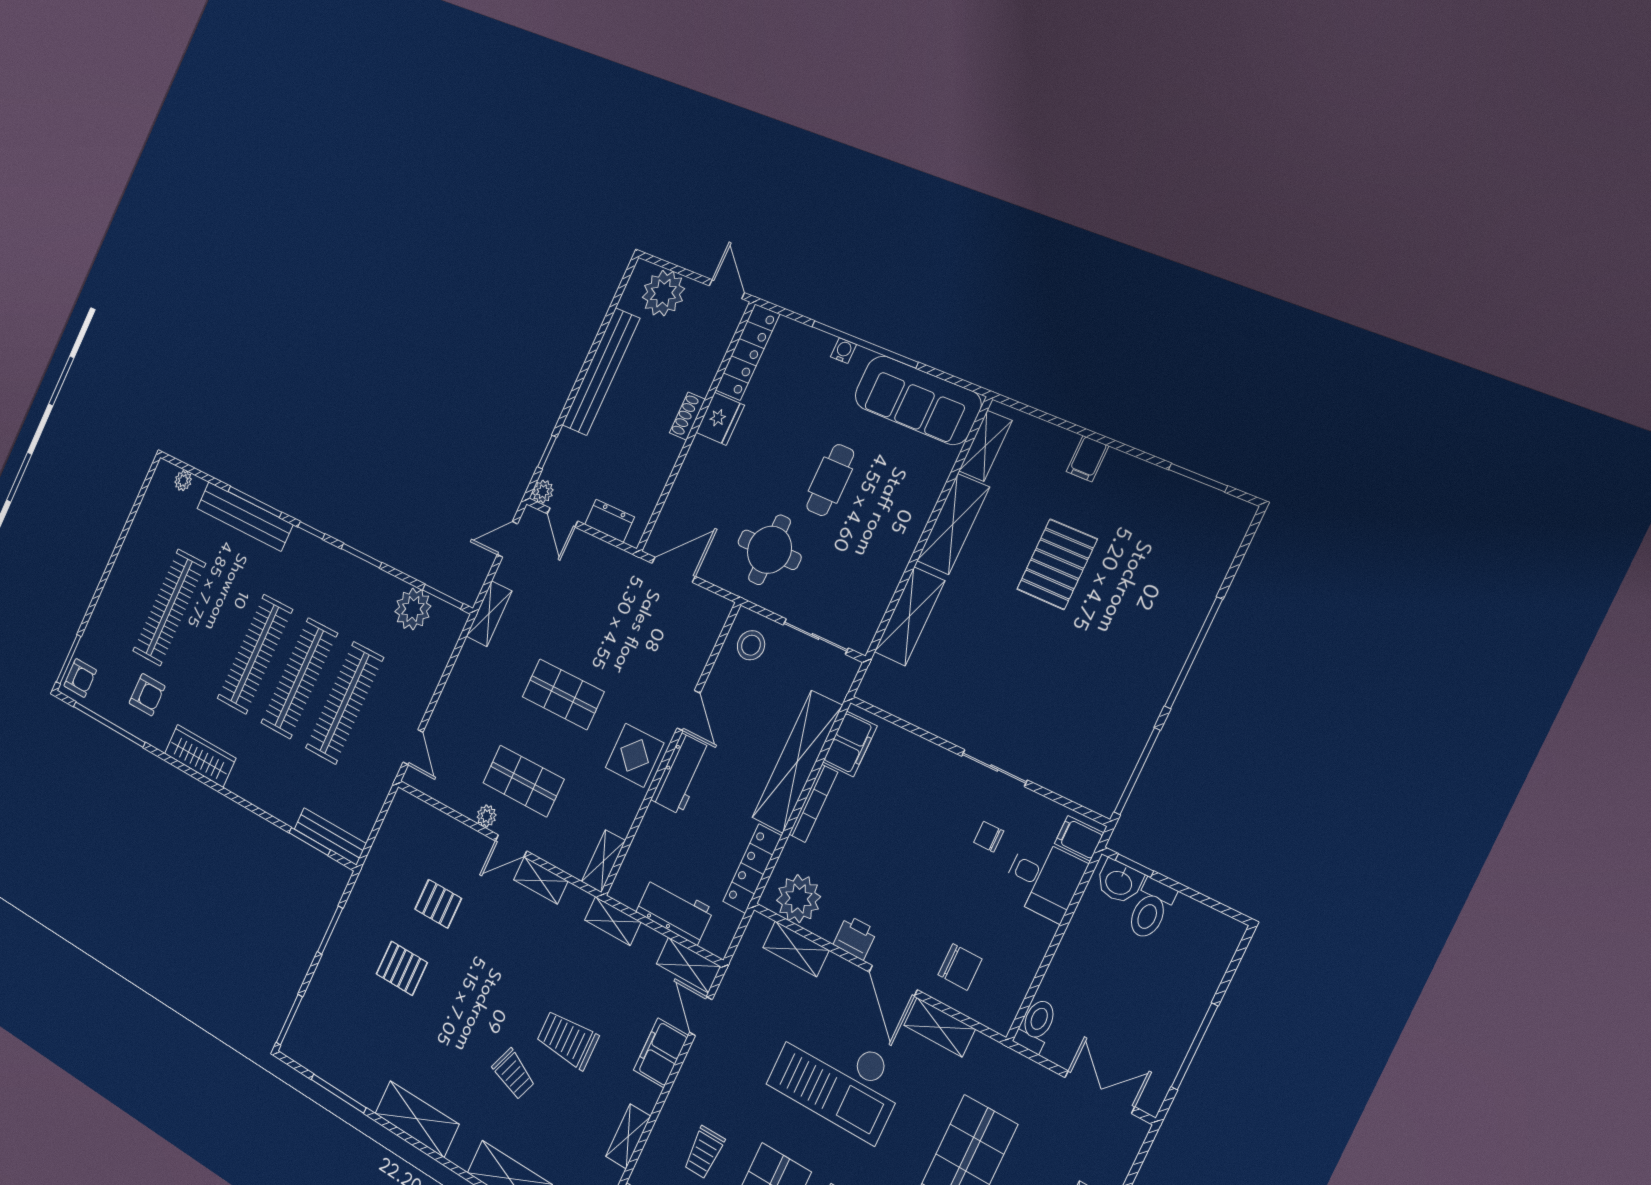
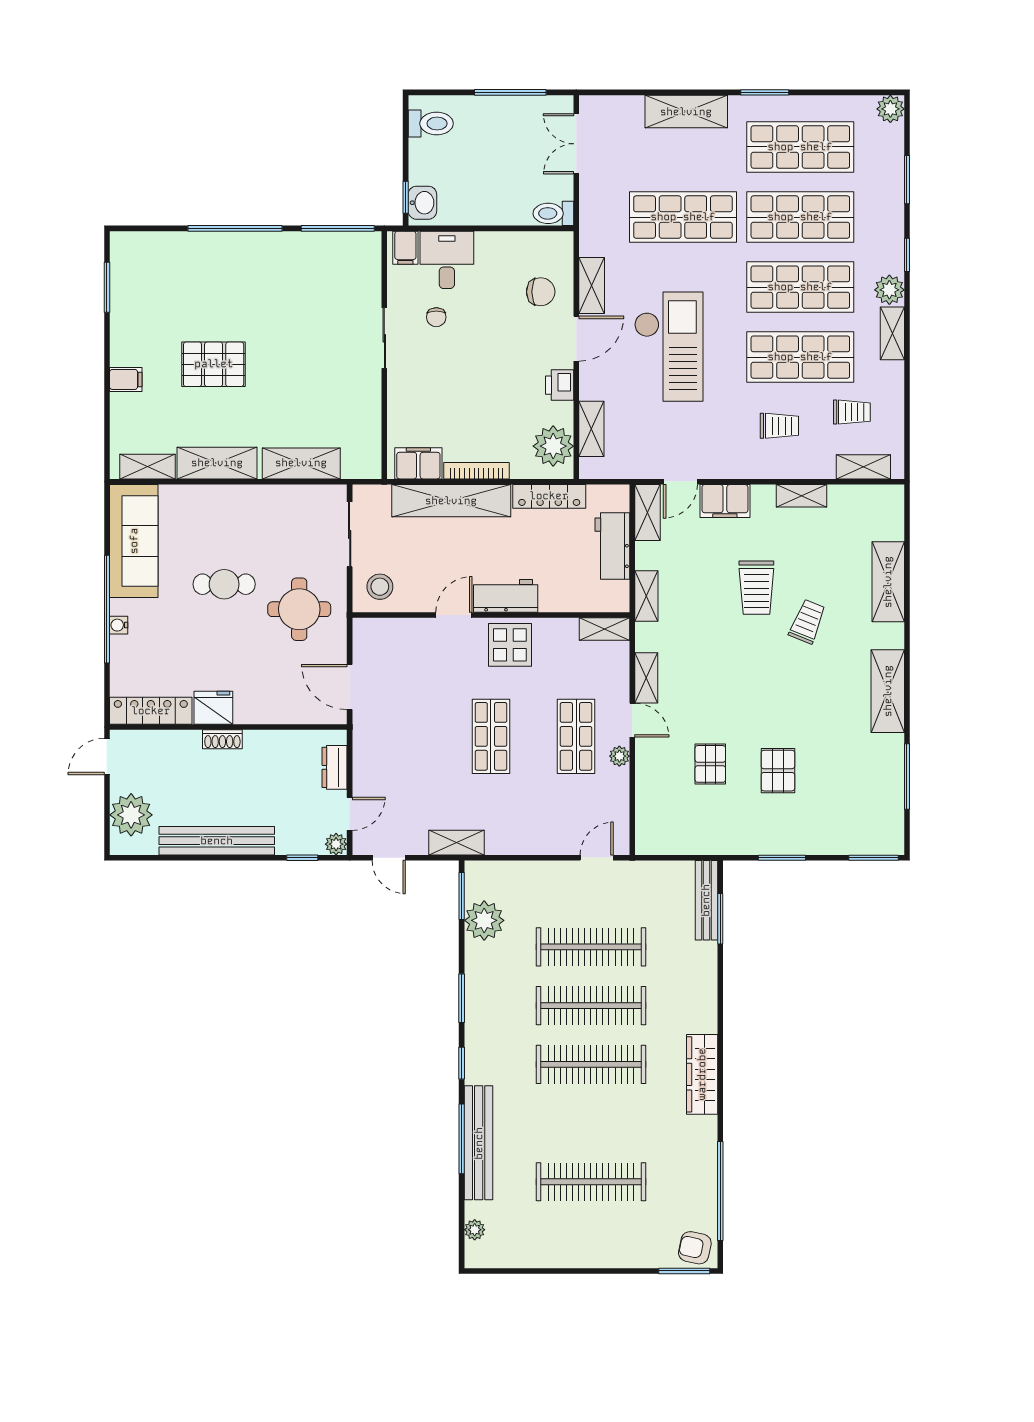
armchair: (80, 678) -> (695, 1248), turned -78
armchair: (147, 695) -> (676, 1163), removed
toilet: (1151, 909) -> (431, 123), moved
chair: (960, 967) -> (541, 292), turned 90

